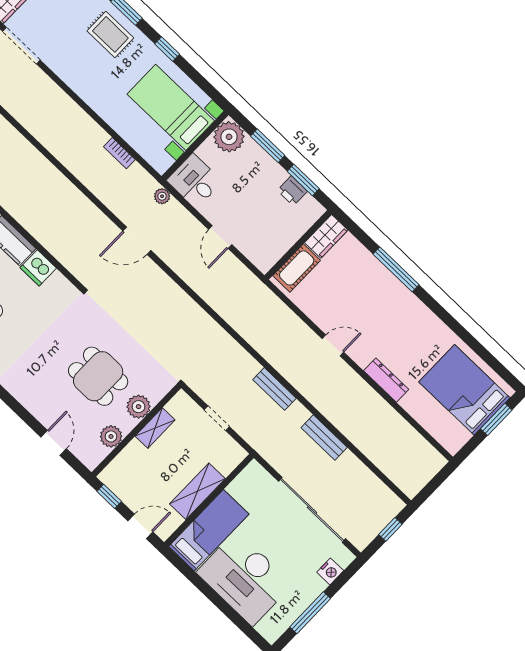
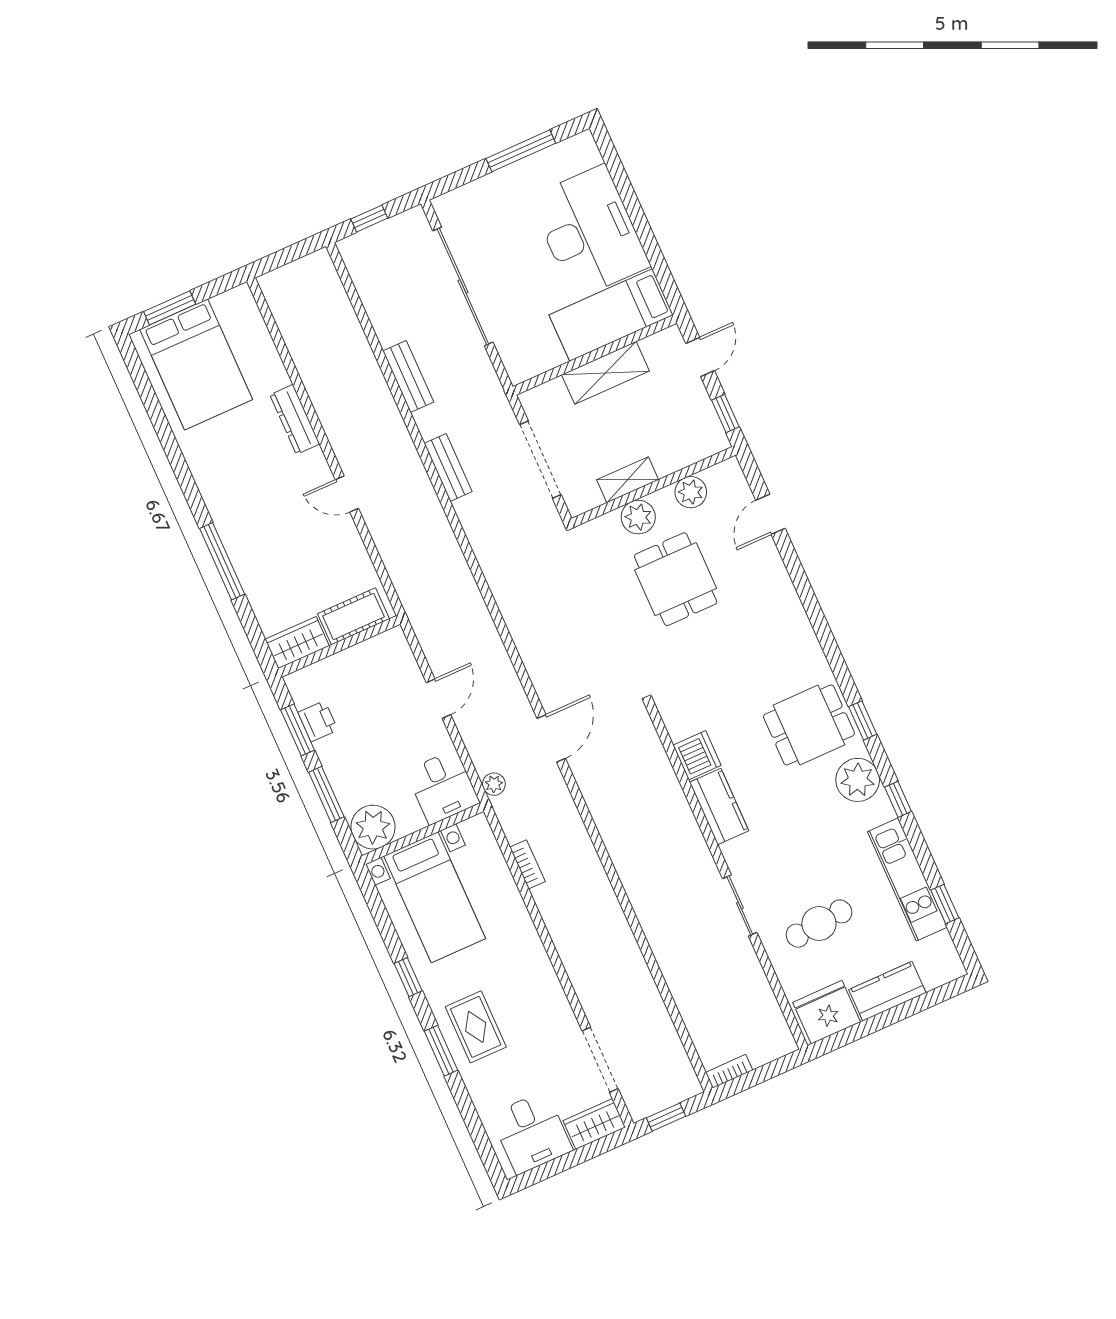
door: (137, 241) -> (551, 738), hinge flipped
doorway: (217, 418) -> (540, 460), width x1.88
door: (140, 526) -> (700, 357), swing flipped
nightstand: (330, 571) -> (472, 195), removed

